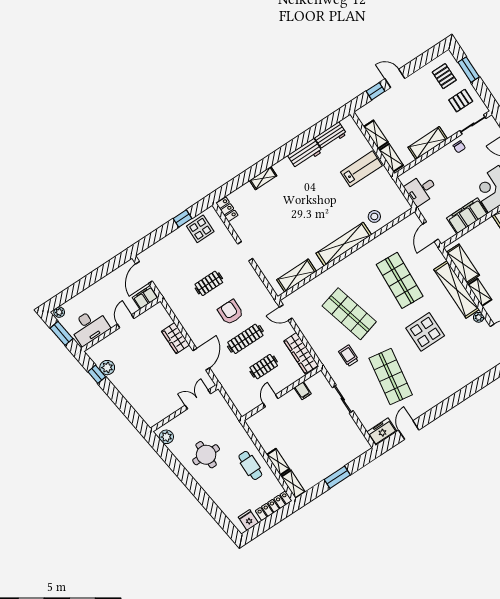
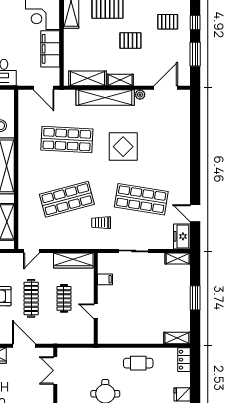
shelving: (278, 462) -> (178, 258), moved
locker: (273, 506) -> (184, 360), width x0.66

